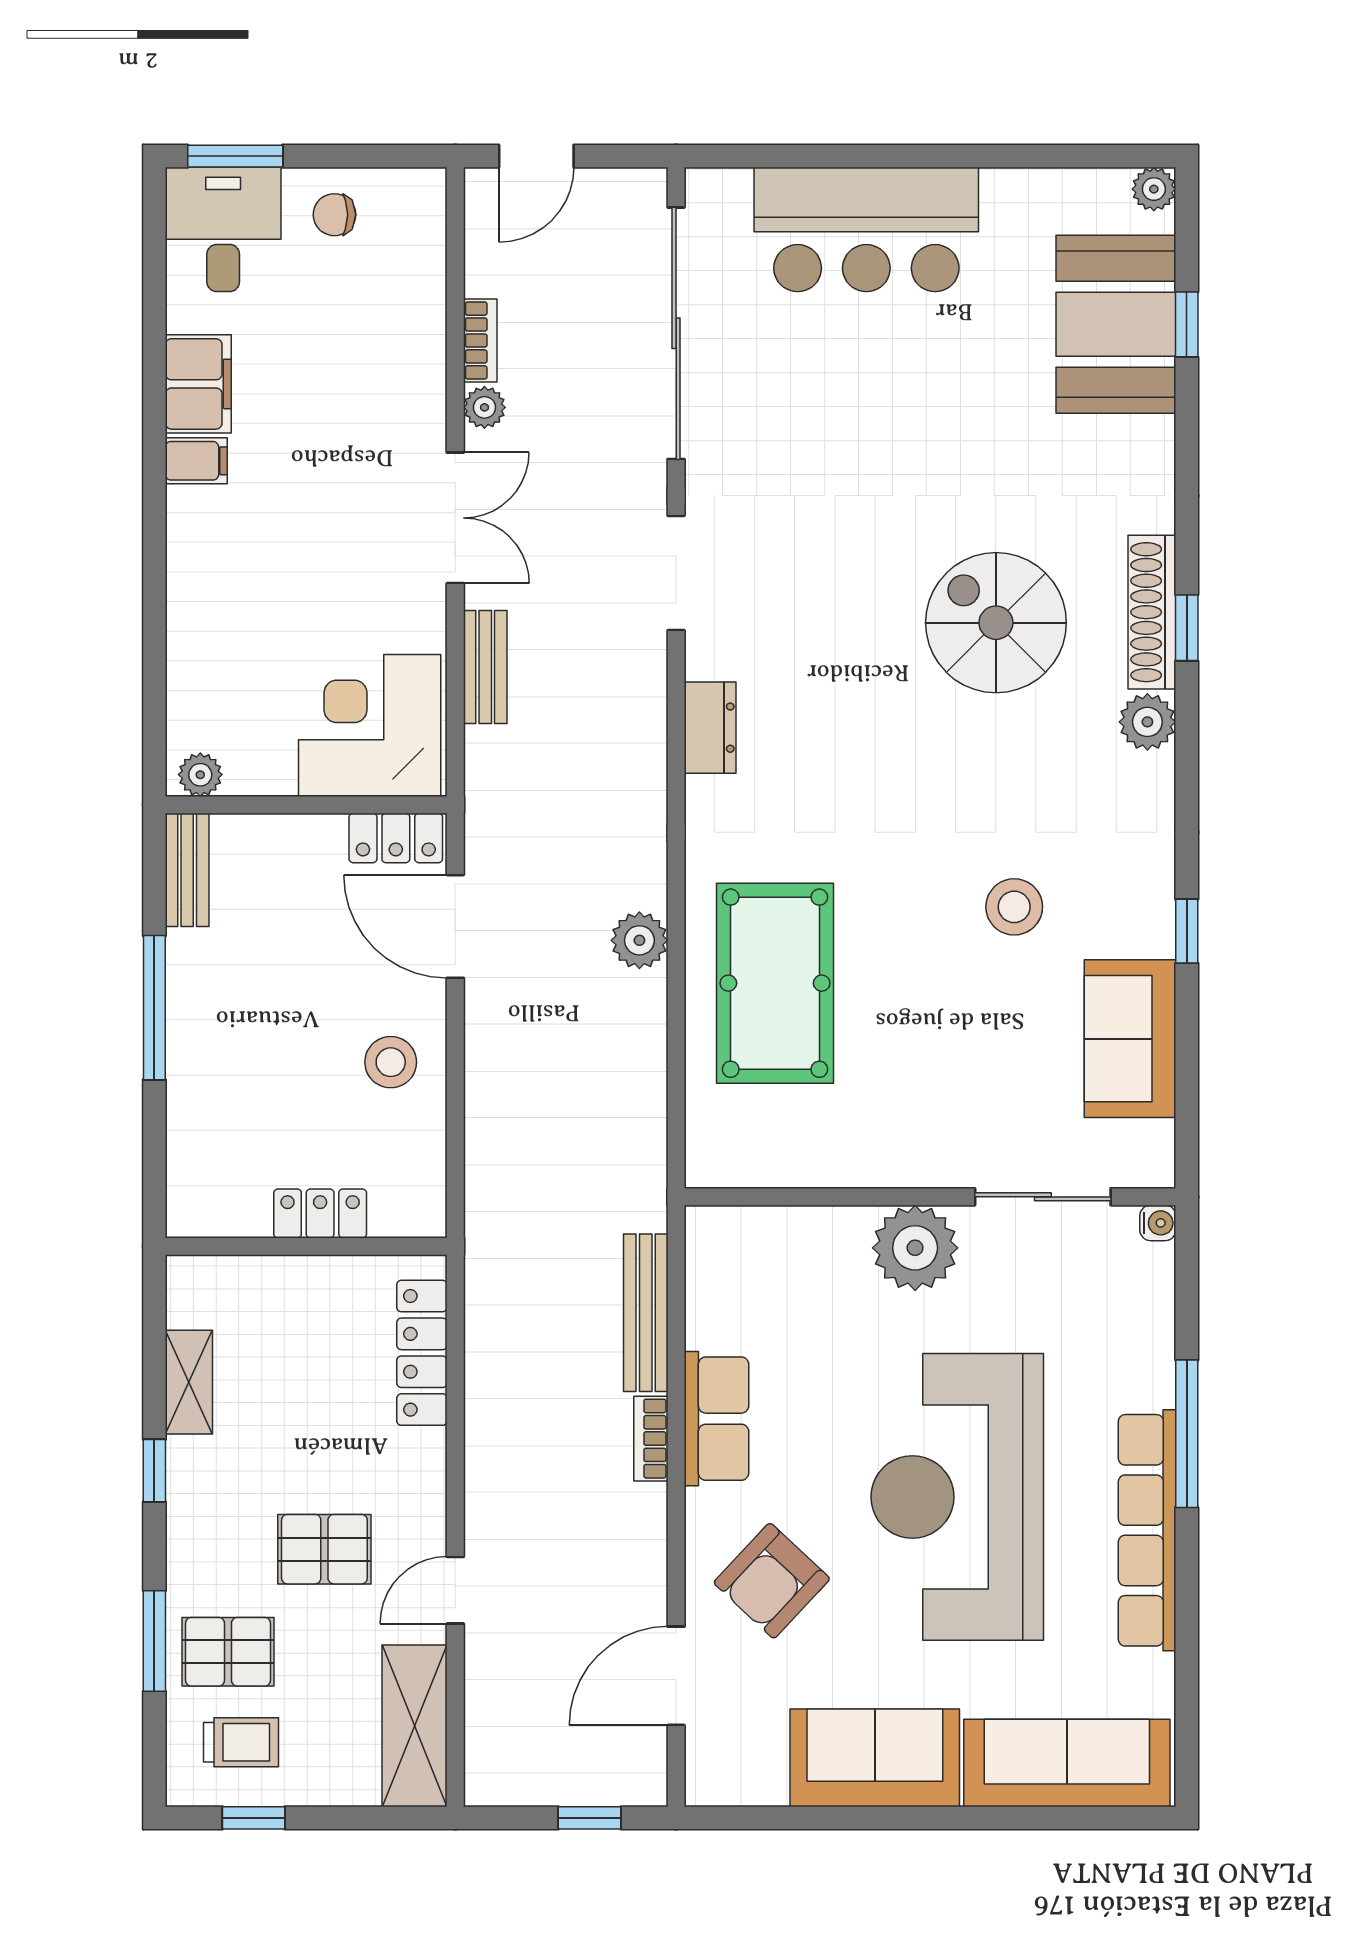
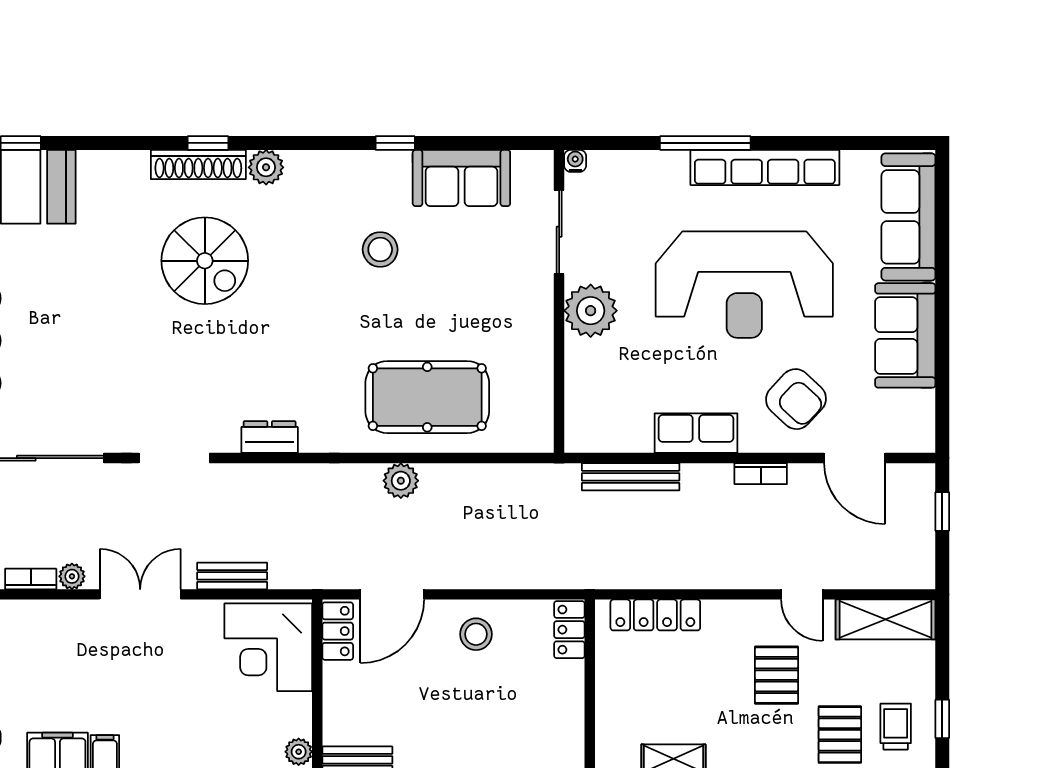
spiral stairs: (996, 623) -> (205, 261), turned -90
locker: (320, 1214) -> (569, 630), moved
bookcase: (651, 1439) -> (761, 474), moved

